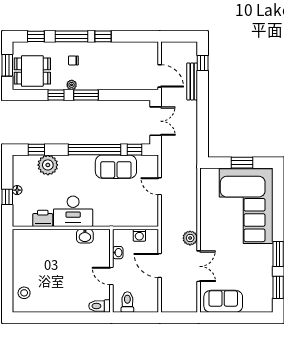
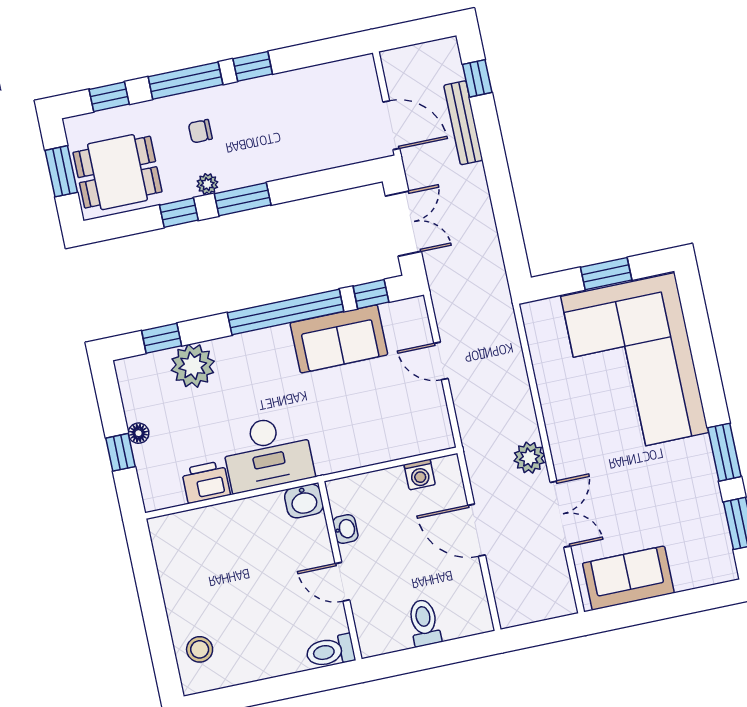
washbasin: (118, 253) -> (345, 529), moved
wall: (111, 271) -> (340, 571), moved
door: (111, 276) -> (342, 582), moved
toilet: (99, 306) -> (330, 651), moved

